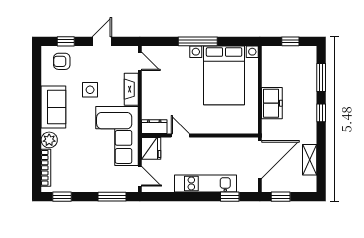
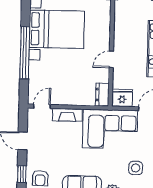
window: (198, 41) -> (25, 53), width x1.46
side table: (90, 90) -> (136, 168), moved
door: (180, 135) -> (111, 59), moved

